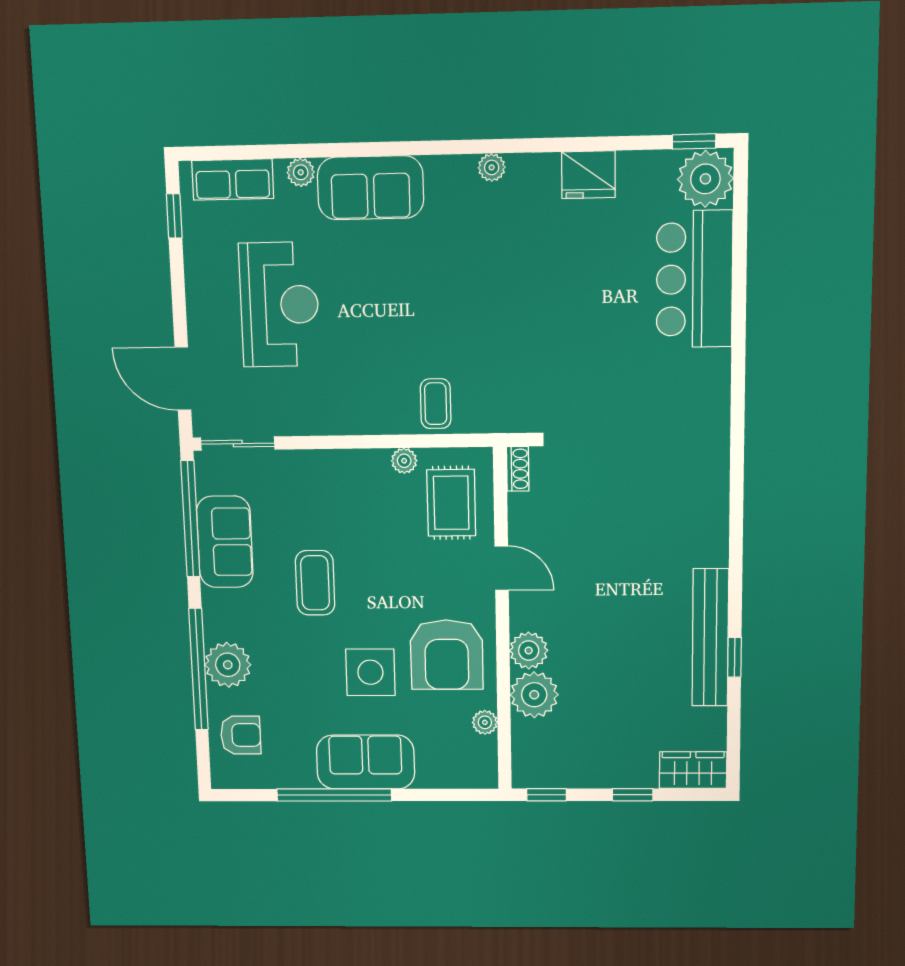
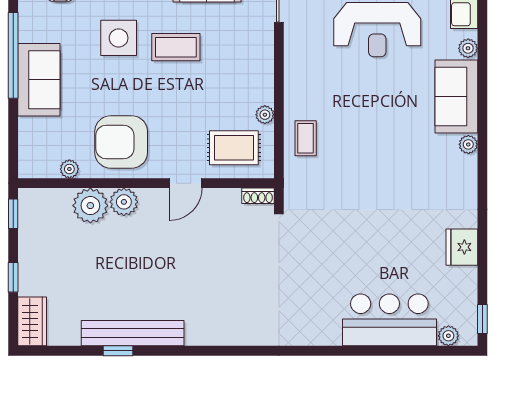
plant: (492, 167) -> (468, 144), moved
plant: (705, 179) -> (448, 336), width x0.53, depth x0.53
coffee table: (436, 404) -> (306, 138), turned 90
side table: (370, 672) -> (119, 38), moved

